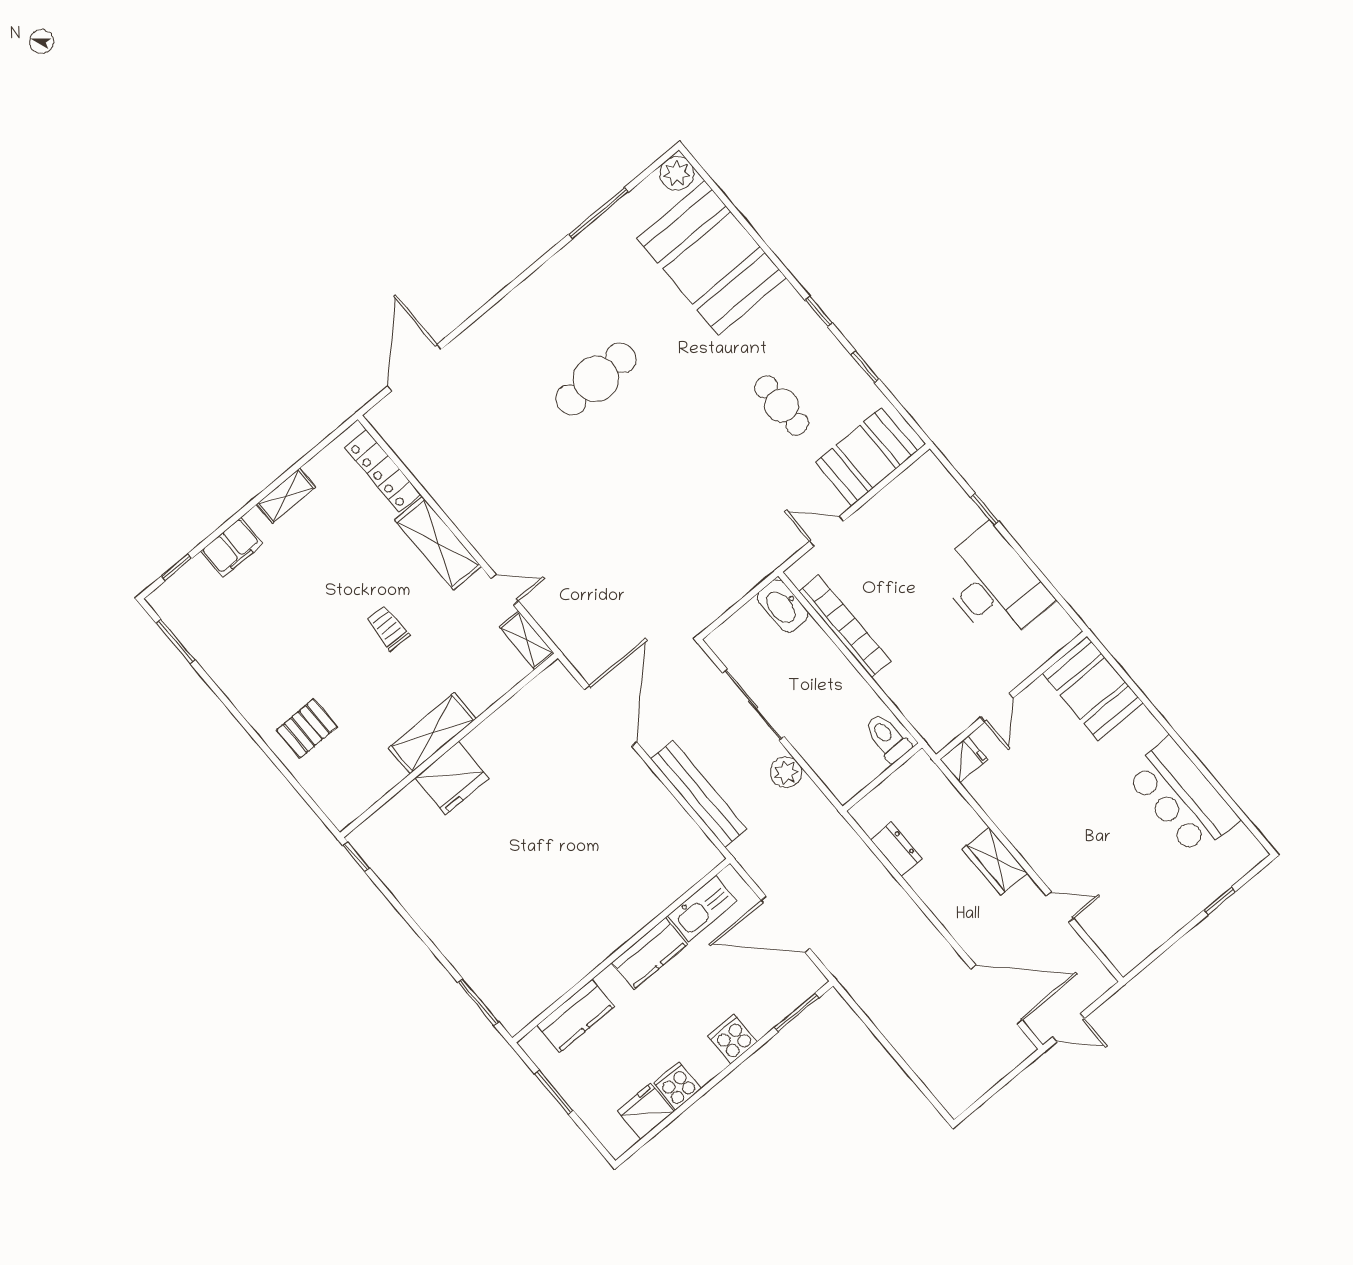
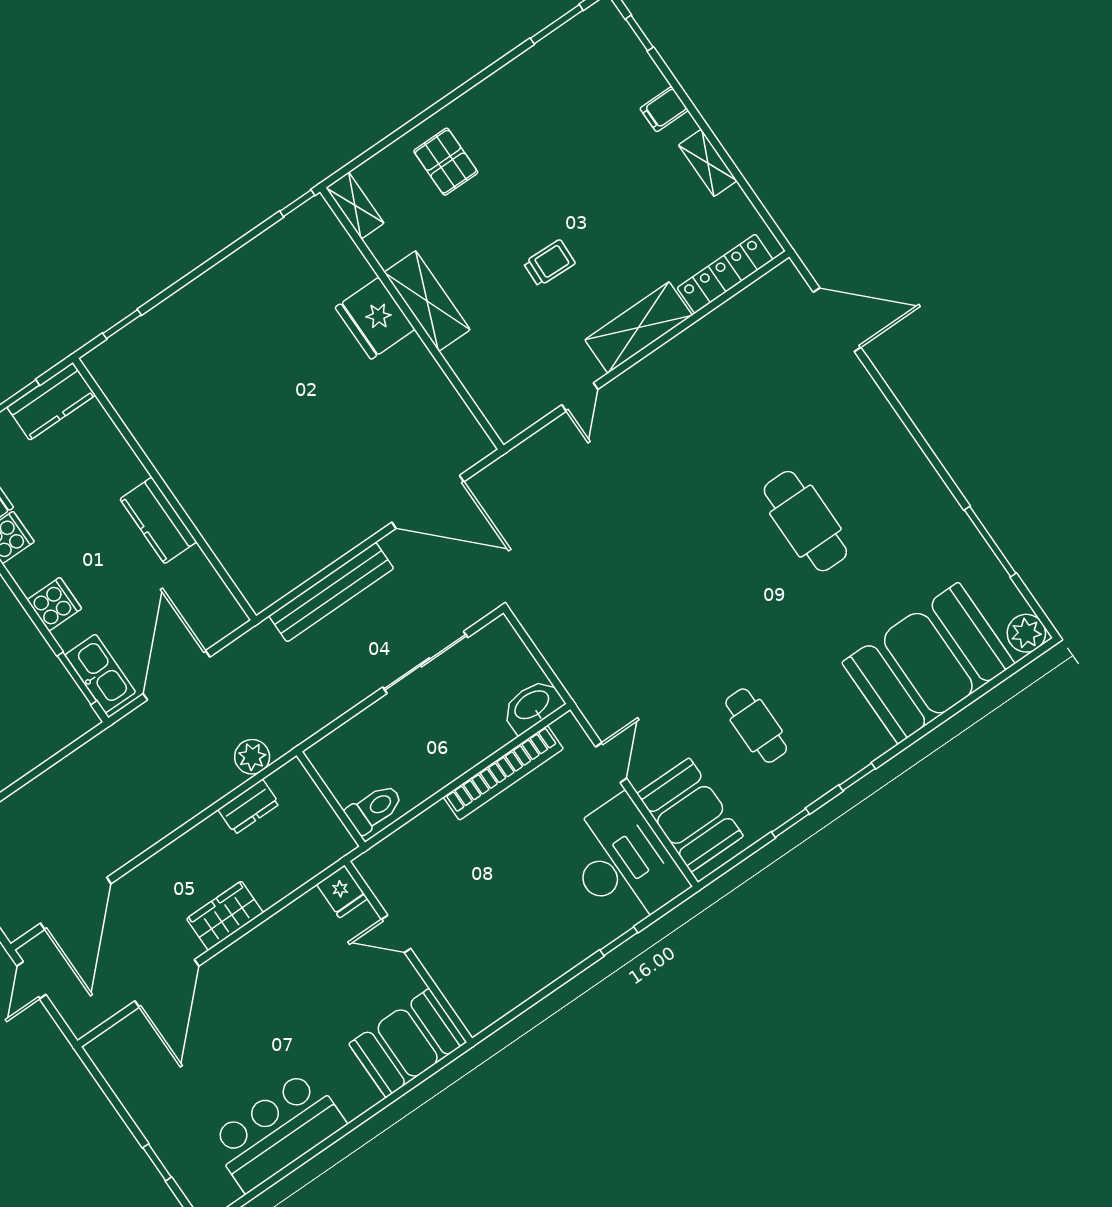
cafe table: (782, 405) -> (756, 726), turned 90
filing cabinet: (232, 547) -> (664, 109), width x0.50
desk: (993, 585) -> (623, 863), moved, turned -90
shelving: (527, 640) -> (355, 205), moved, turned 90
plant: (786, 772) -> (252, 757), moved
door: (1060, 907) -> (167, 983), width x1.87
kitchen sink: (702, 908) -> (100, 673), moved, turned 180
window: (478, 1002) -> (122, 324), width x0.67
kitchen counter: (576, 1016) -> (51, 401), moved, turned -90

